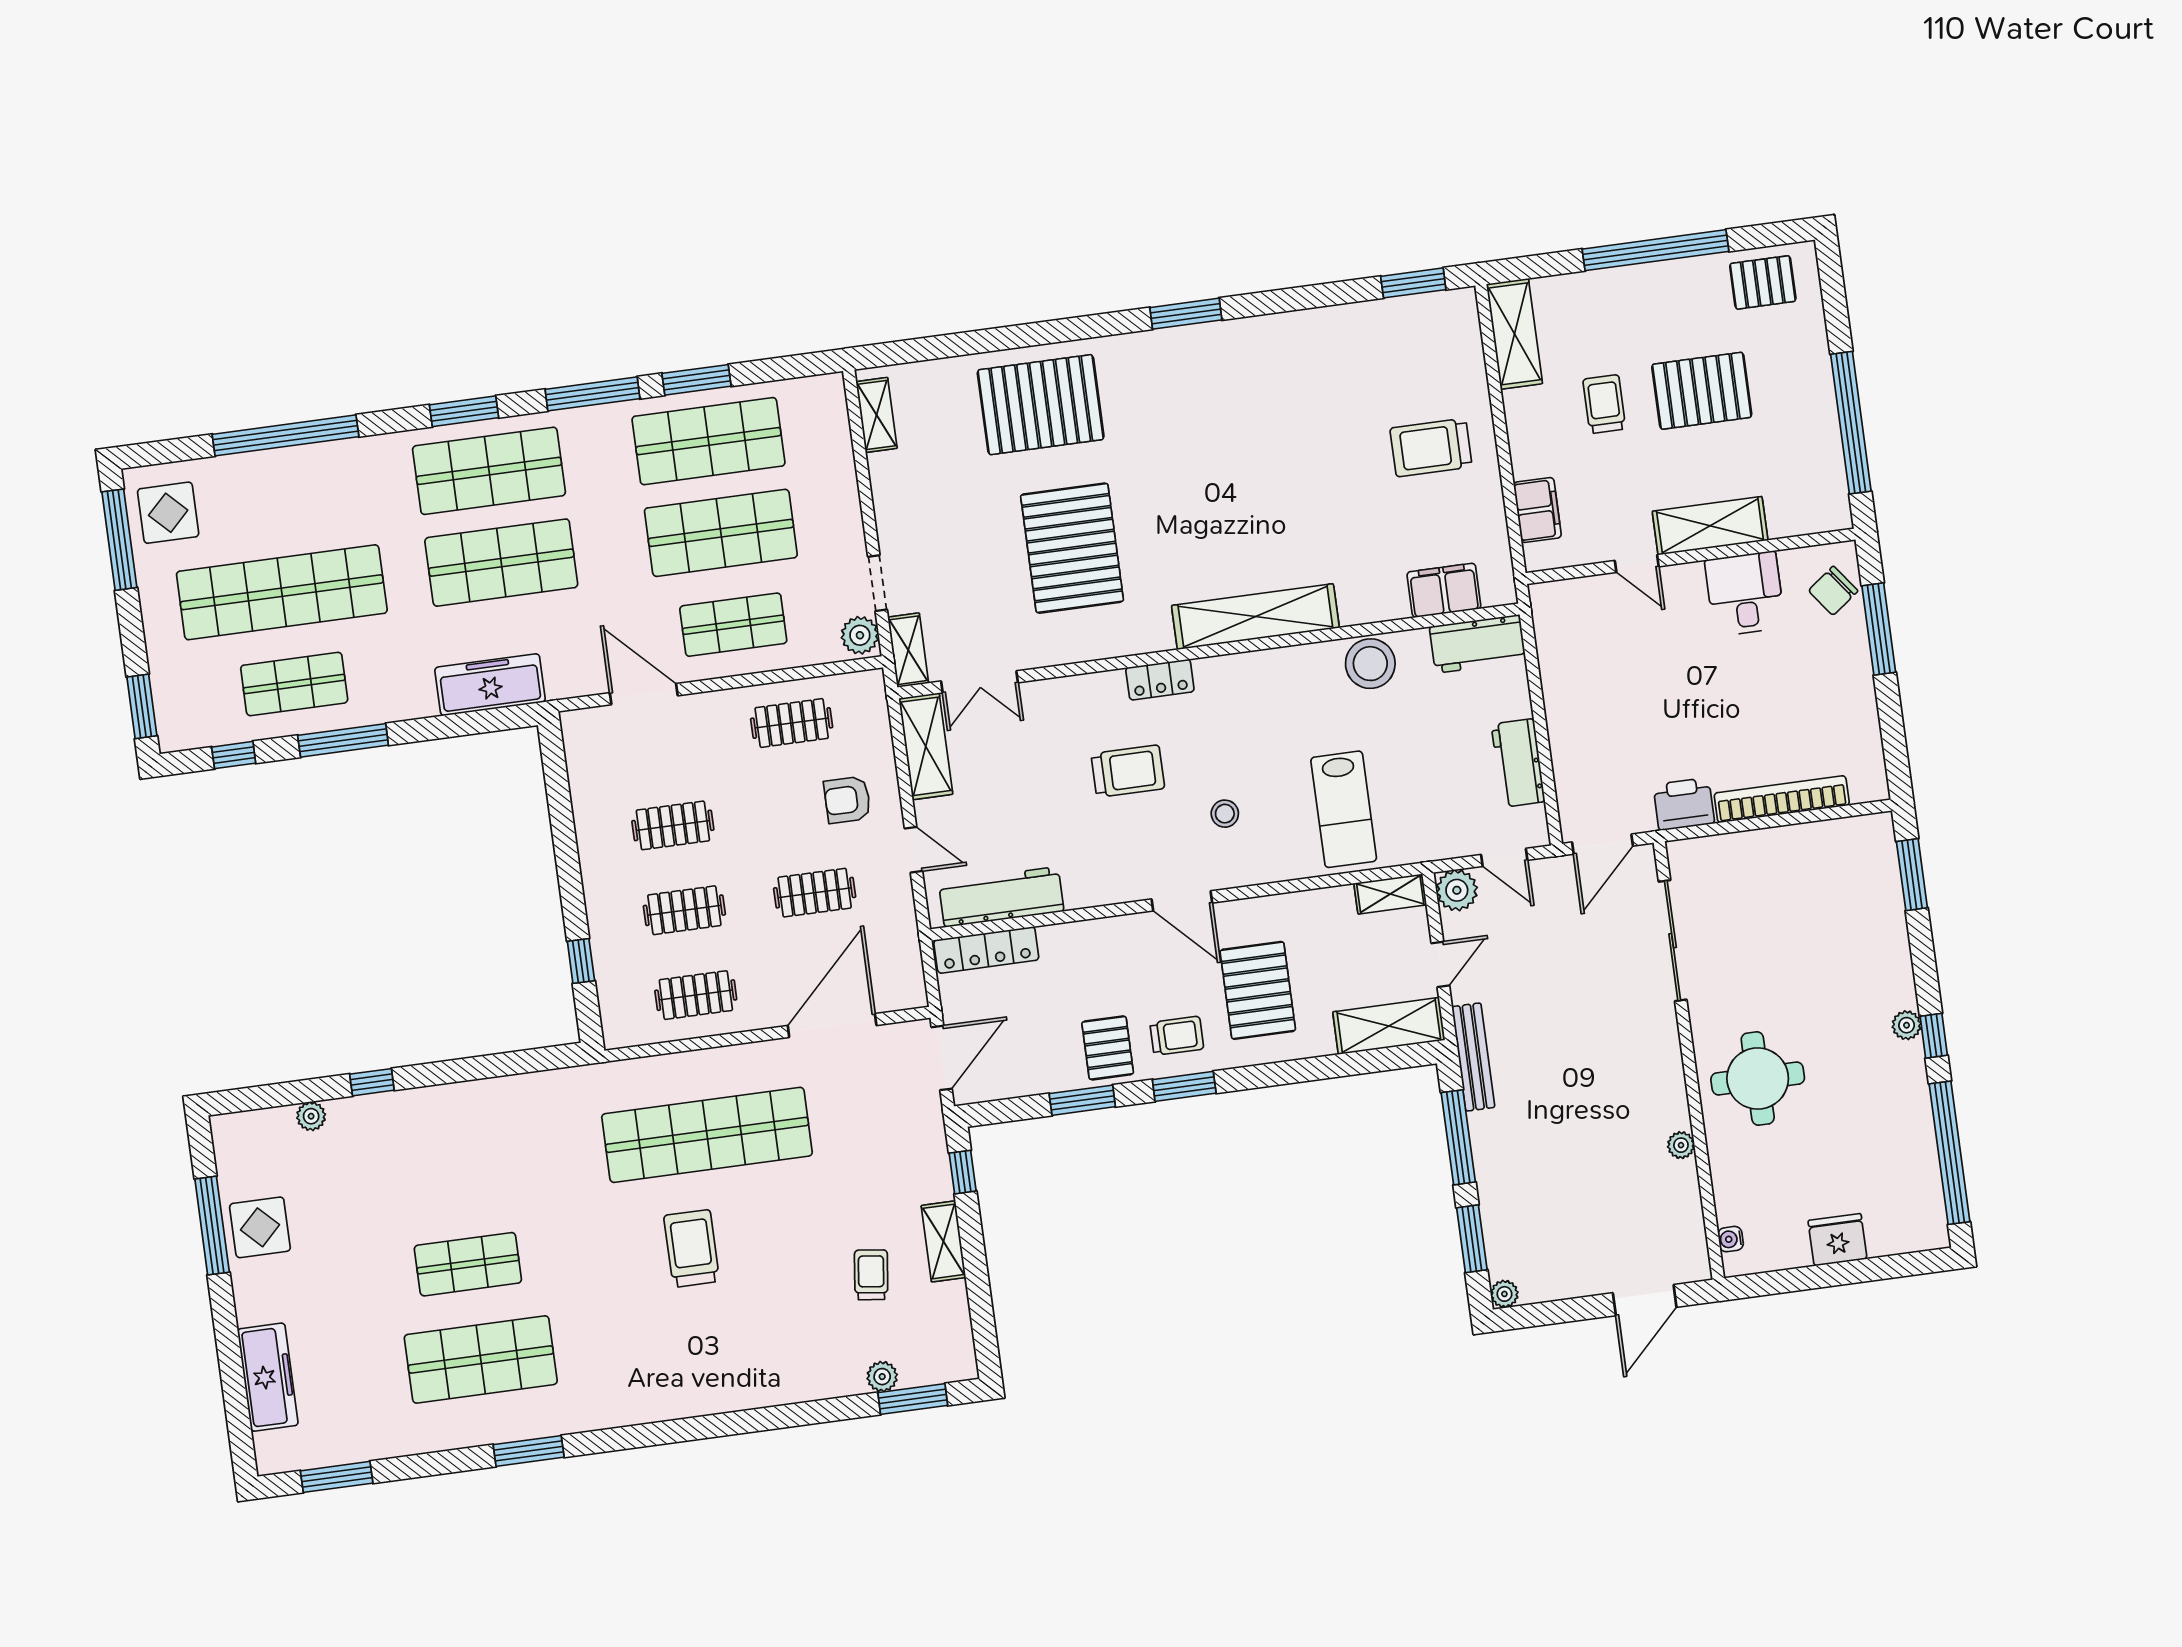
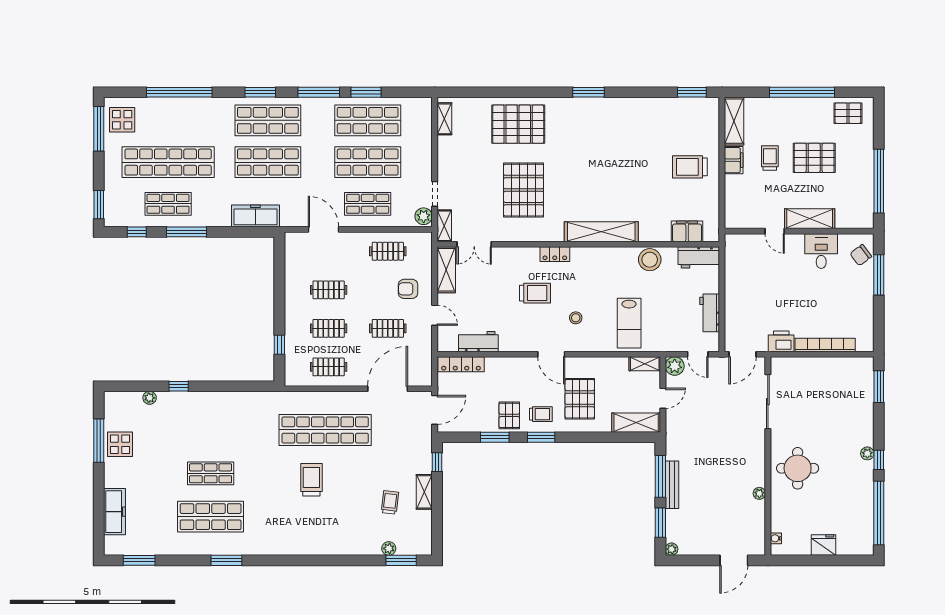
filing cabinet: (1537, 510) -> (734, 160), moved
workbench: (1001, 897) -> (478, 342), width x0.73
bench: (1473, 1057) -> (672, 485), moved

